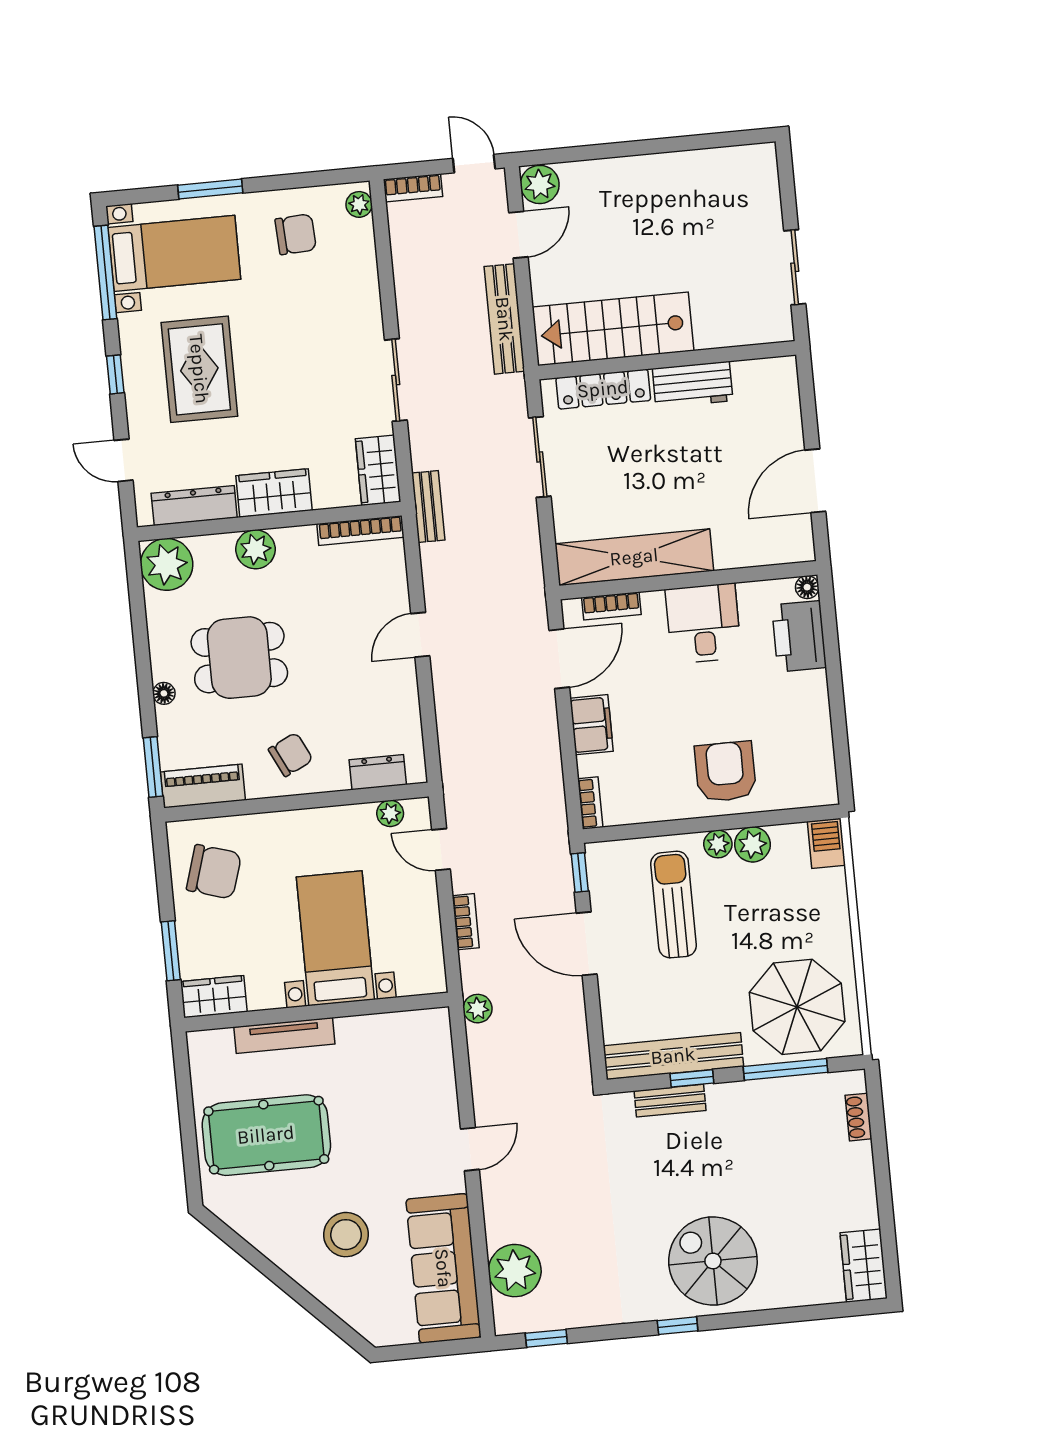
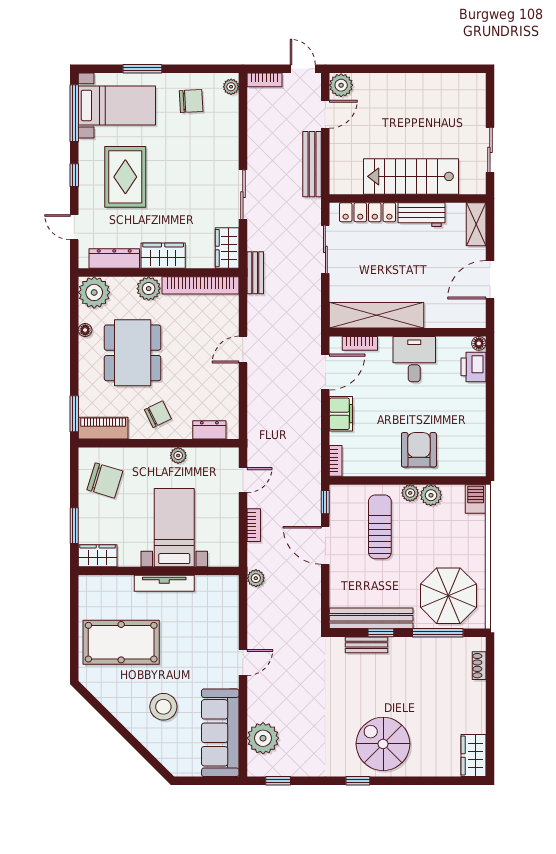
stairs: (613, 329) -> (411, 176), moved
shelving: (784, 392) -> (476, 224), added
bookcase: (360, 530) -> (201, 285), width x1.48, depth x1.31
printer: (799, 636) -> (473, 367), width x0.73, depth x0.84
dining table: (239, 658) -> (133, 353), width x1.38
floor lamp: (164, 693) -> (85, 330), moved
plant: (390, 813) -> (178, 455), moved
door: (441, 850) -> (243, 480), swing flipped
tv unit: (284, 1035) -> (164, 583), moved

